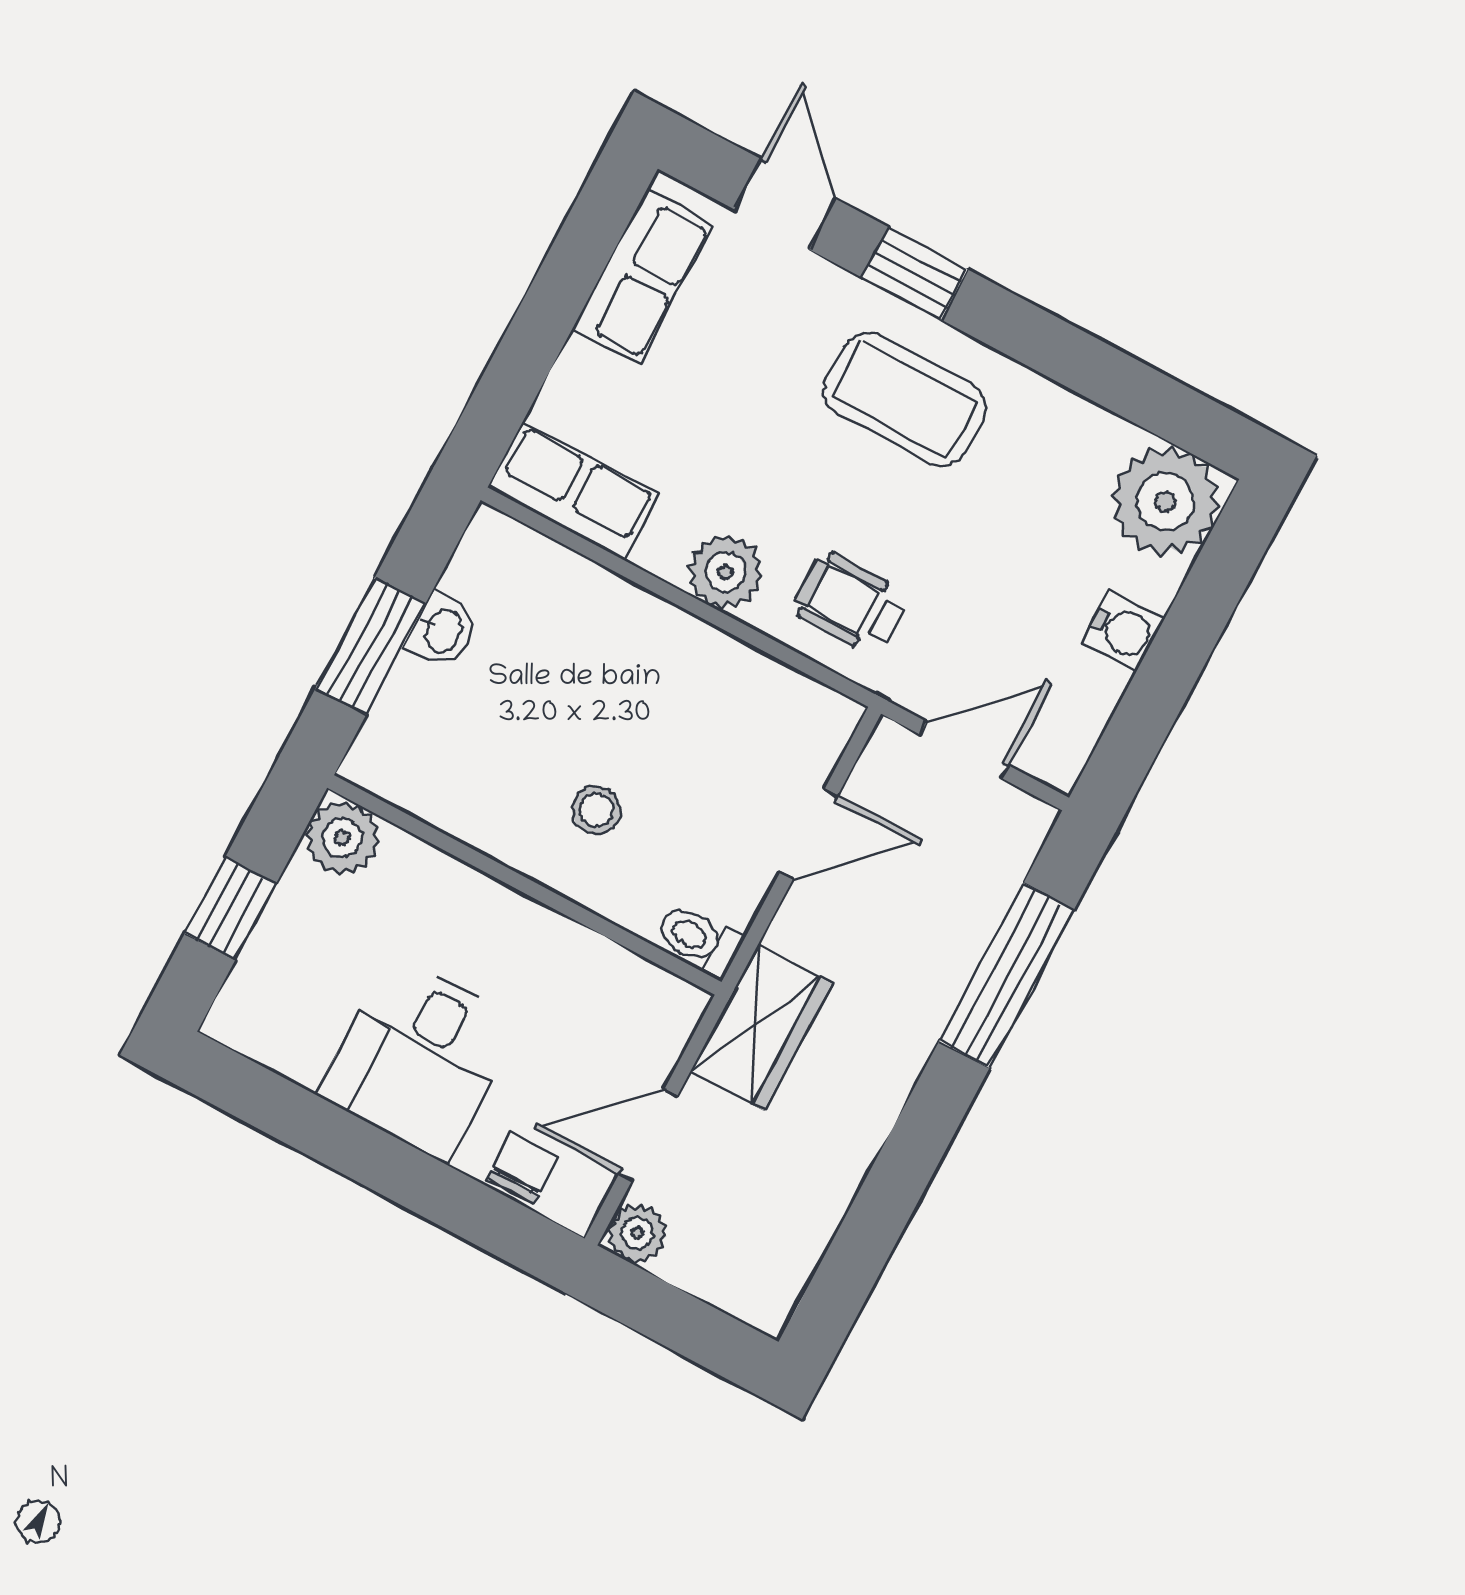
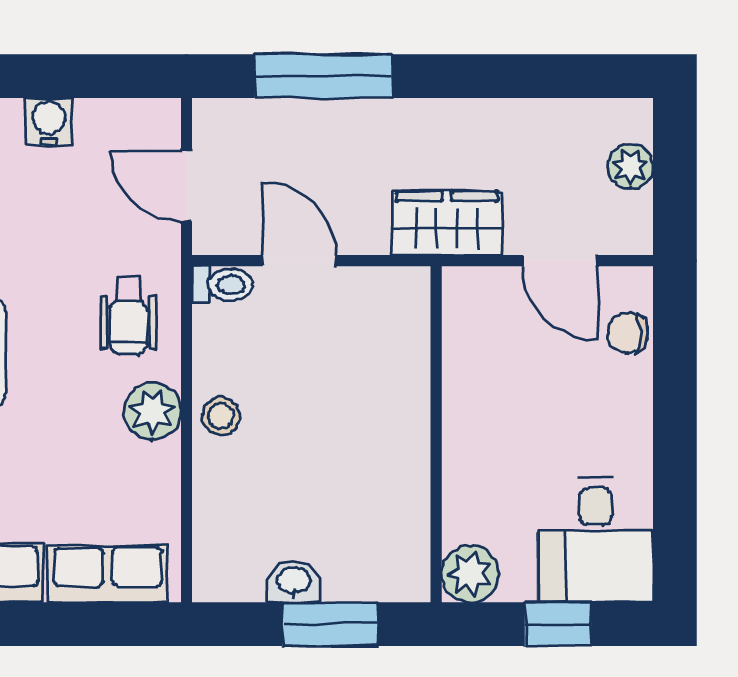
row of seats: (574, 491) -> (108, 574), moved, turned 90
stool: (596, 810) -> (221, 416), moved
toilet: (699, 939) -> (223, 285), moved, turned -90
desk: (420, 1058) -> (595, 540), moved, turned 90
plant: (637, 1233) -> (630, 166), moved

